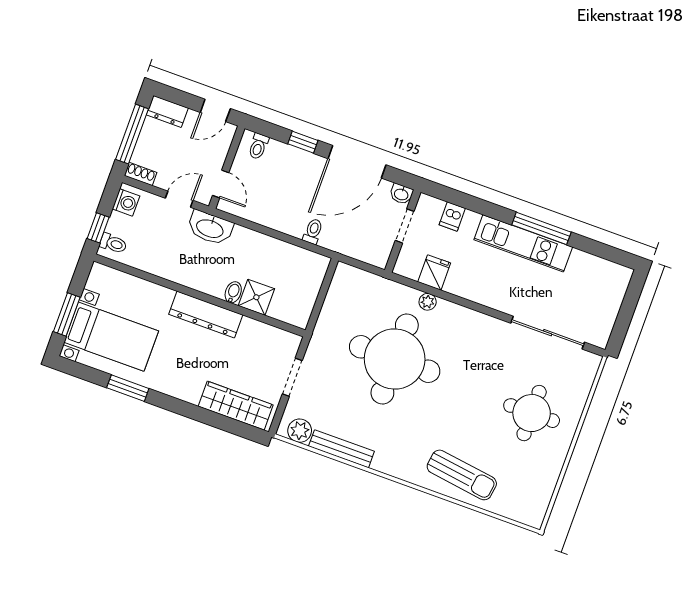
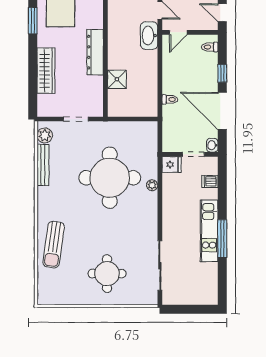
fridge: (434, 272) -> (172, 164), moved
bidet: (233, 292) -> (115, 64), removed
wardrobe: (236, 406) -> (46, 71), moved

